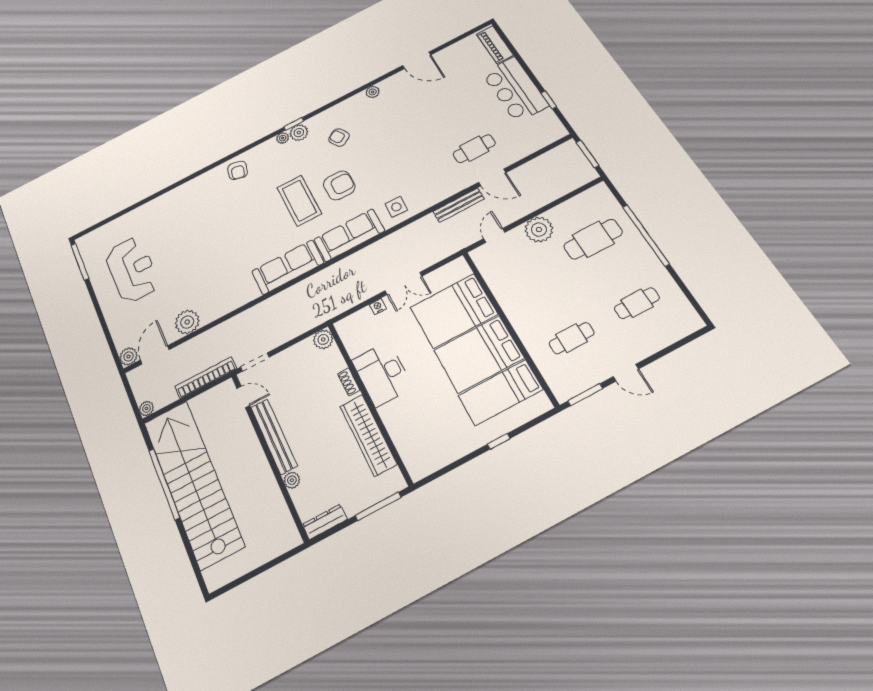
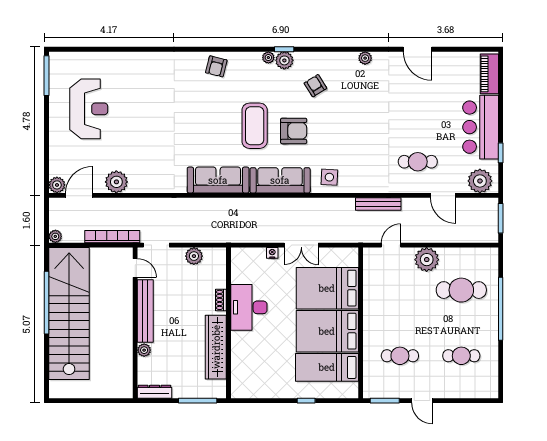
plant: (545, 133) -> (480, 181), added
door: (492, 177) -> (443, 195), moved
plant: (323, 339) -> (194, 256), moved

